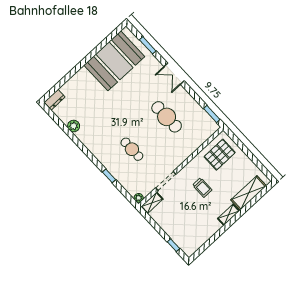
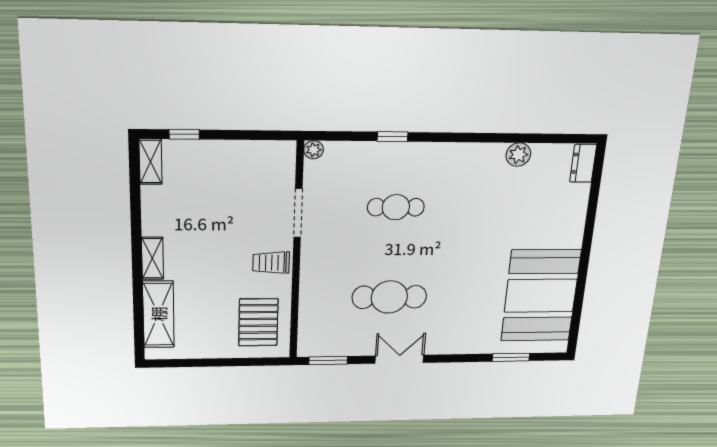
double door: (174, 74) -> (399, 359), moved
trolley: (202, 187) -> (271, 263), moved
shelving: (152, 203) -> (150, 162), moved

